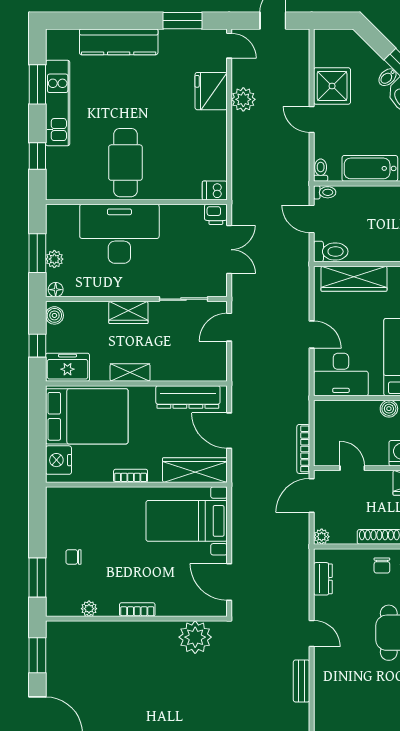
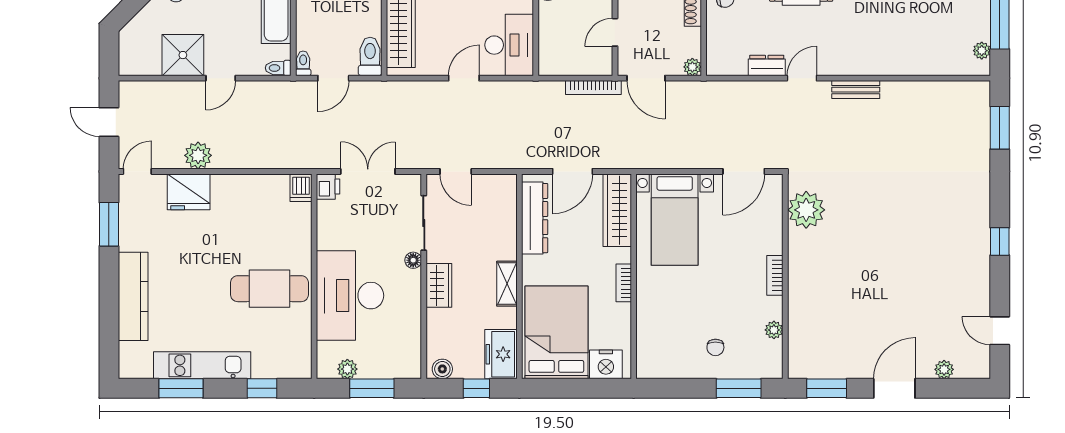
plant: (54, 259) -> (347, 369), moved
floor lamp: (56, 290) -> (413, 260), moved
dresser: (323, 579) -> (767, 65), moved

